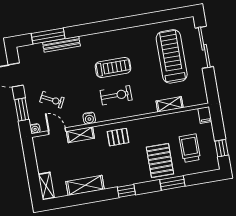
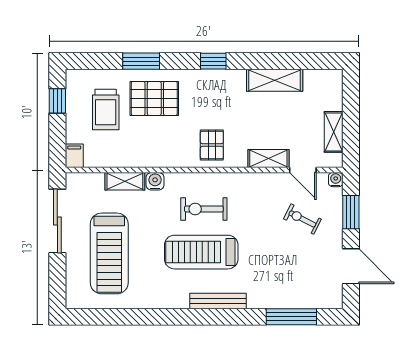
bench: (61, 44) -> (218, 301), moved
sliding door: (204, 47) -> (57, 221), moved
treadmill: (113, 67) -> (201, 252), width x1.37, depth x1.38
water cooler: (89, 118) -> (155, 181), moved
pallet: (118, 137) -> (212, 145), turned 90
pallet: (160, 160) -> (154, 98), turned 90
shelving: (46, 186) -> (334, 132), moved

